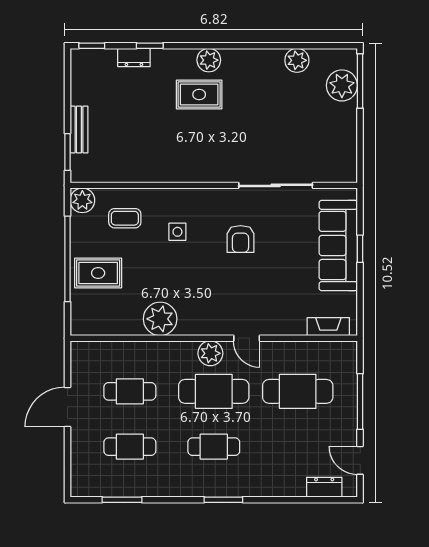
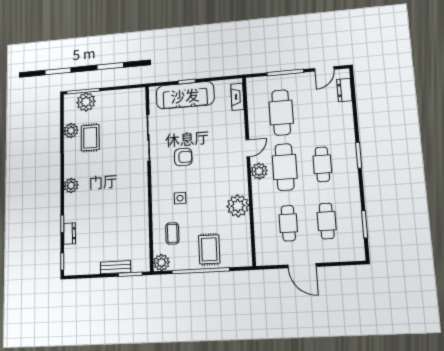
rug: (199, 95) -> (90, 138), moved

